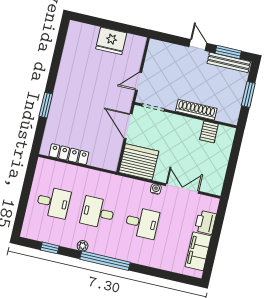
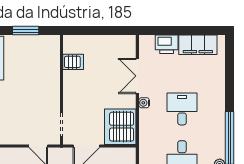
shoe rack: (196, 110) -> (54, 80), removed

